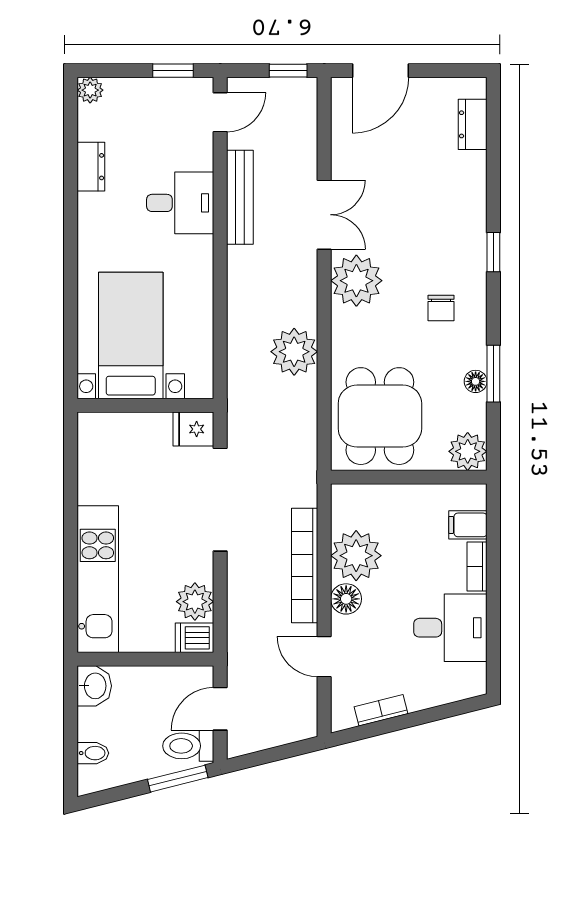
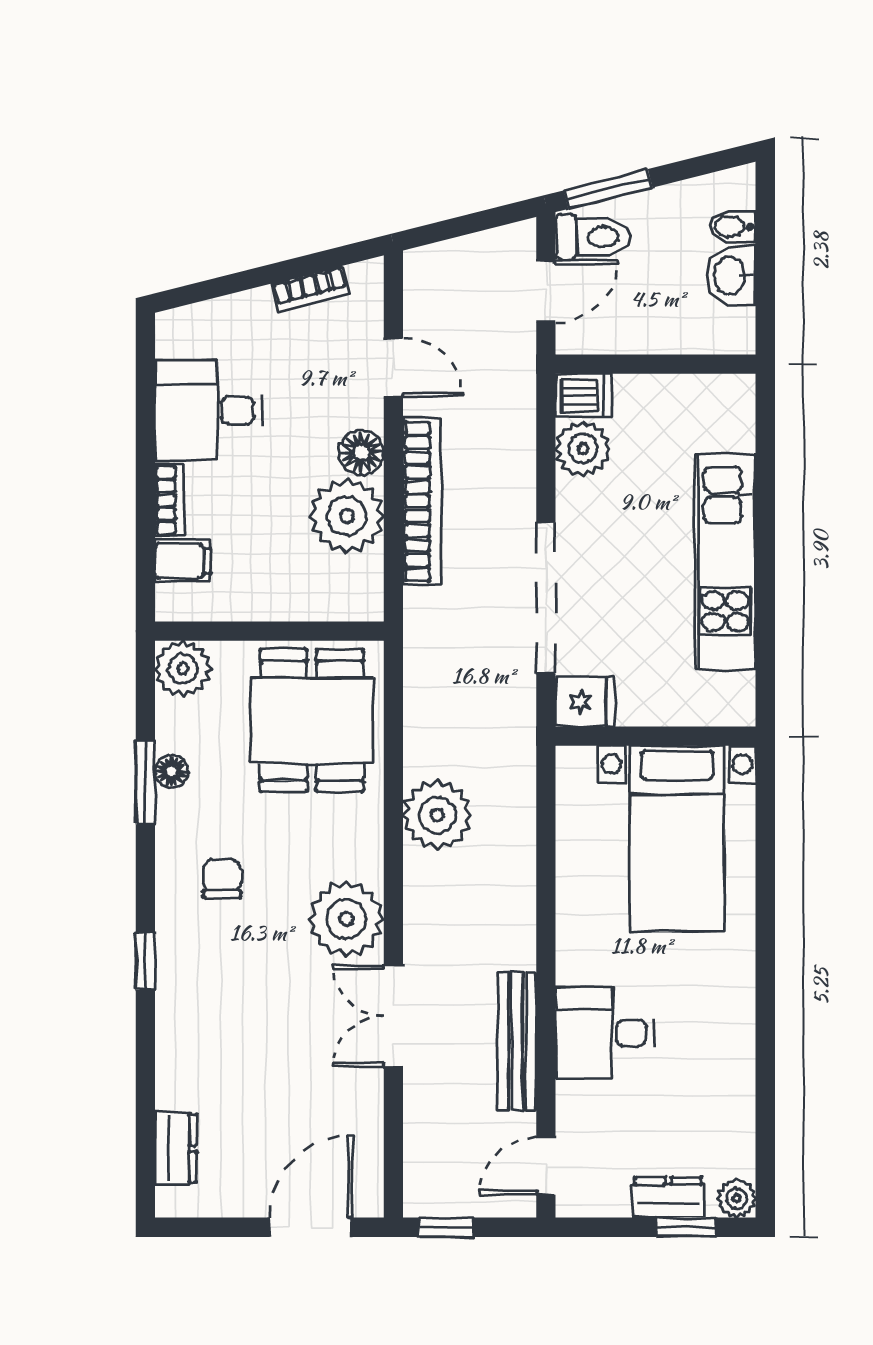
window: (173, 71) -> (686, 1227), moved
dresser: (91, 167) -> (668, 1197), moved, turned 90
kitchen unit: (98, 579) -> (725, 562), moved
washbasin: (94, 686) -> (731, 276), moved

